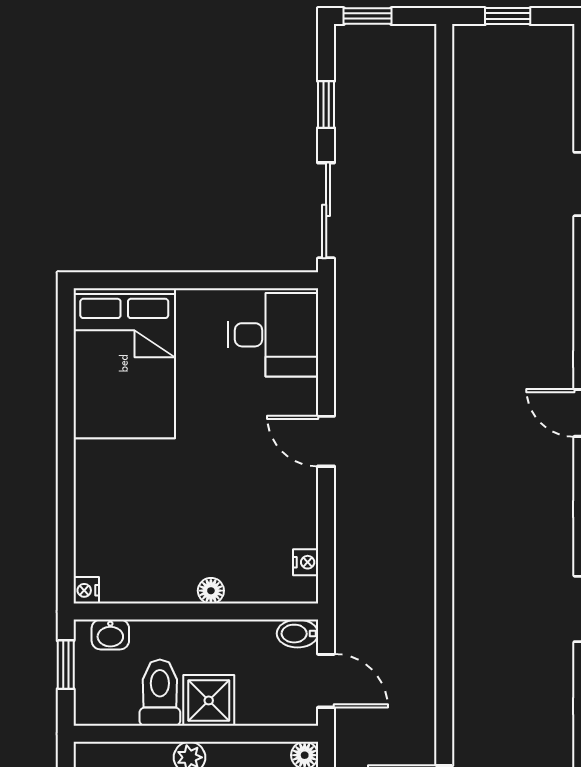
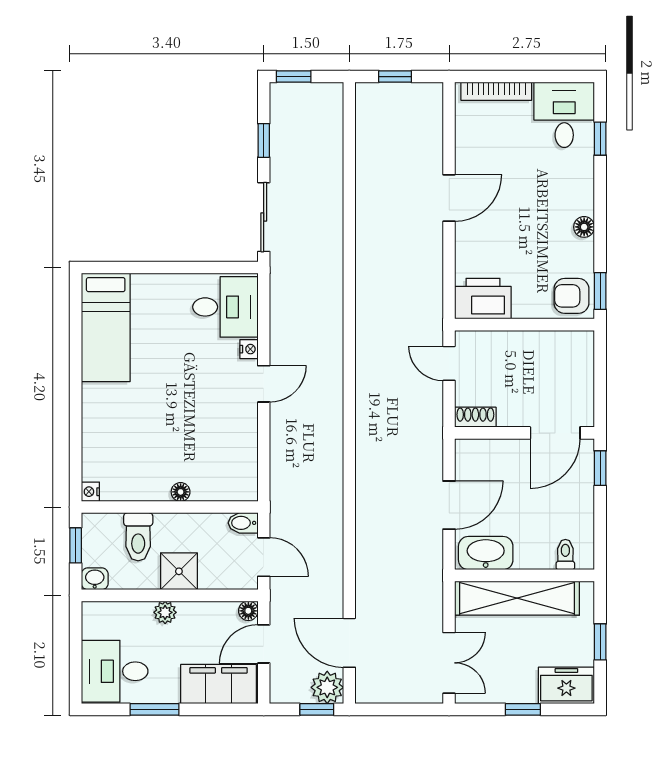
bed: (124, 363) -> (106, 327), width x0.67
door: (326, 441) -> (264, 384), swing flipped
nightstand: (306, 562) -> (249, 349), moved
washbasin: (110, 635) -> (95, 579), moved, turned 180
toilet: (160, 693) -> (138, 537), moved, turned 180

